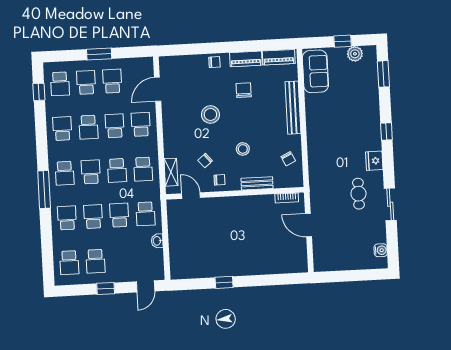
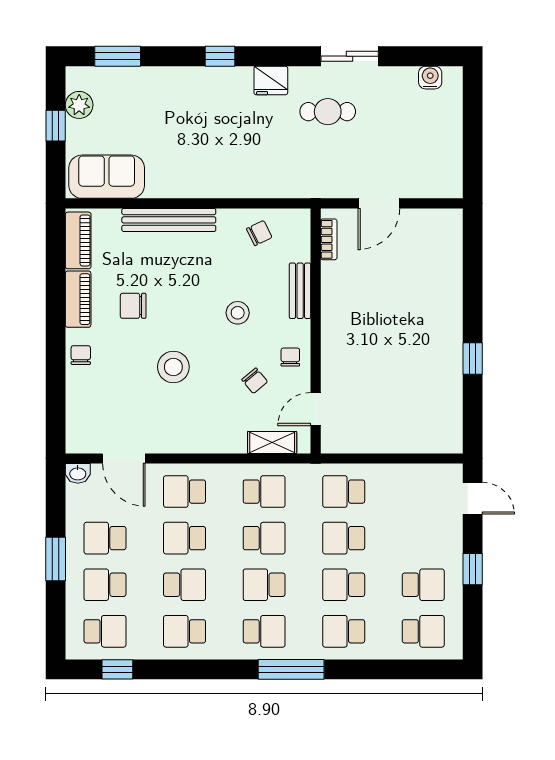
school desk: (145, 214) -> (344, 492), turned 180
washbasin: (157, 241) -> (78, 473), moved

